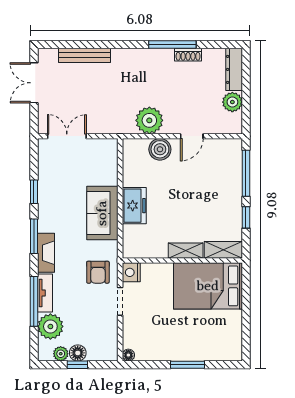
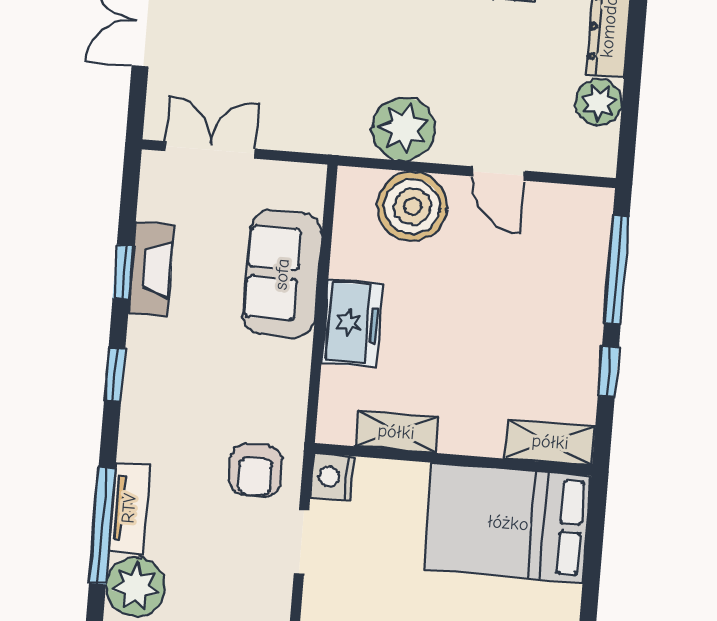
door: (192, 136) -> (498, 174), hinge flipped
boiler: (160, 149) -> (412, 206), width x1.37, depth x1.37
sofa: (102, 213) -> (282, 274), moved
window: (34, 236) -> (115, 375), width x0.67
shelving: (186, 251) -> (396, 432), moved
fireplace: (46, 253) -> (151, 269), moved

